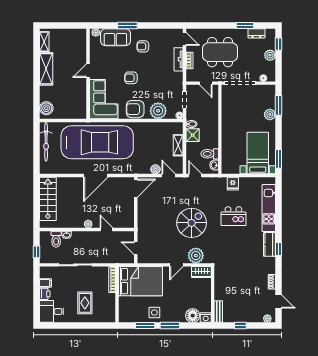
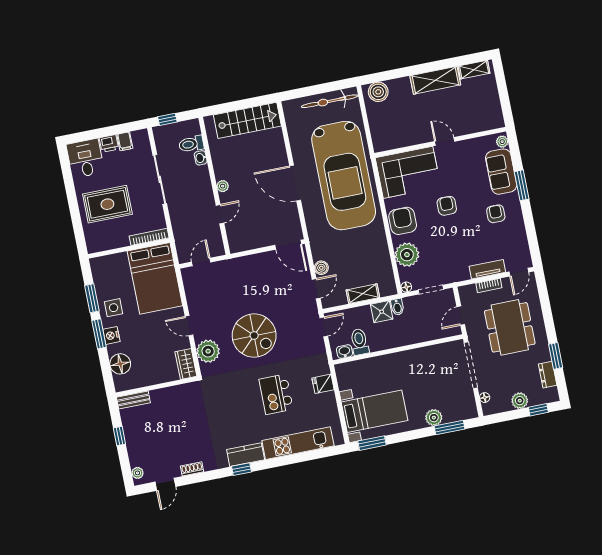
rug: (85, 303) -> (107, 204), width x1.36, depth x1.43
nightstand: (206, 318) -> (111, 335), moved

